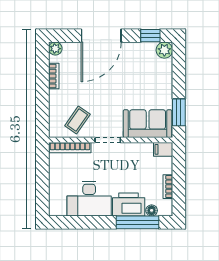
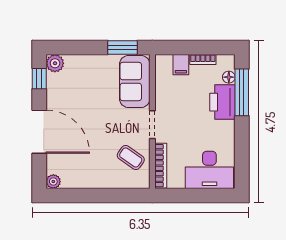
bookcase: (54, 76) -> (83, 183), removed
filing cabinet: (163, 149) -> (181, 65), moved
desk: (89, 199) -> (209, 170), moved, turned 90

